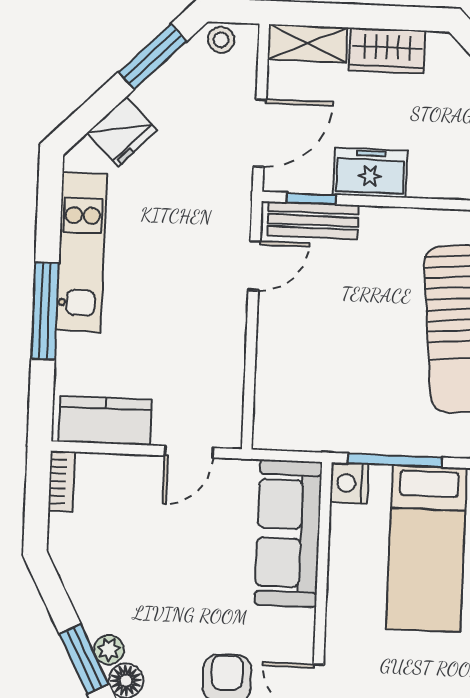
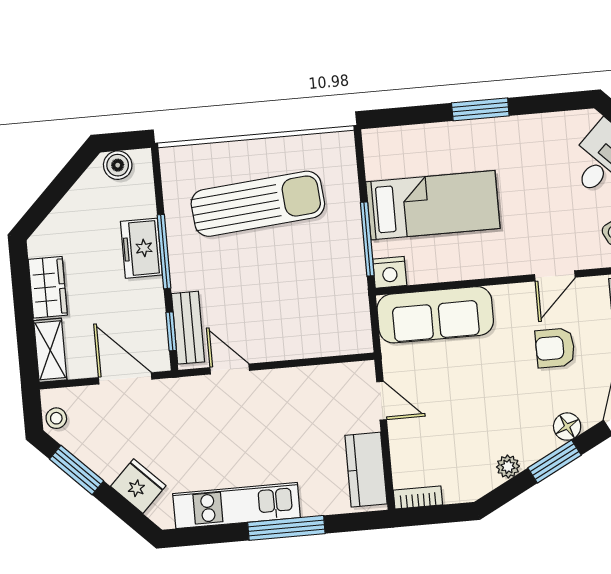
freezer: (370, 173) -> (141, 248), moved
window: (413, 203) -> (164, 252), added
plant: (109, 650) -> (508, 467), moved

